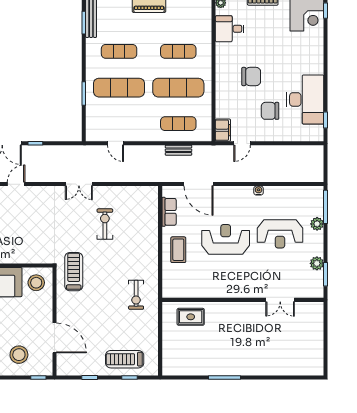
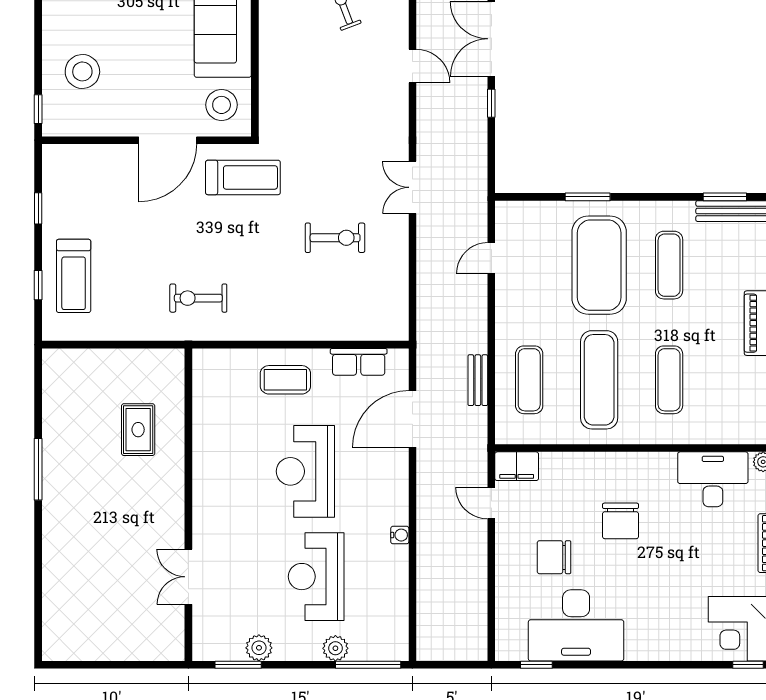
desk: (230, 29) -> (713, 479), width x1.37
exercise mat: (119, 88) -> (599, 265), width x1.47
chair: (270, 111) -> (554, 557), turned -90
reception desk: (226, 239) -> (305, 471), turned 180
rug: (191, 317) -> (138, 430), moved
door: (54, 338) -> (168, 140), moved
treadmill: (125, 359) -> (74, 276), turned 180

